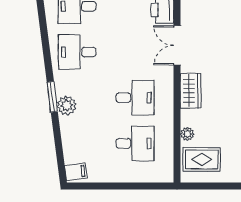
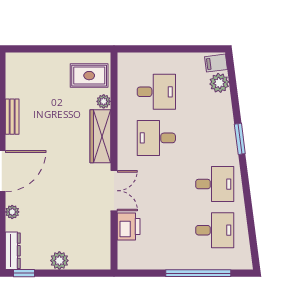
wardrobe: (191, 91) -> (100, 136), width x1.50
plant: (67, 105) -> (219, 83), moved
desk: (135, 143) -> (156, 92), turned 180

